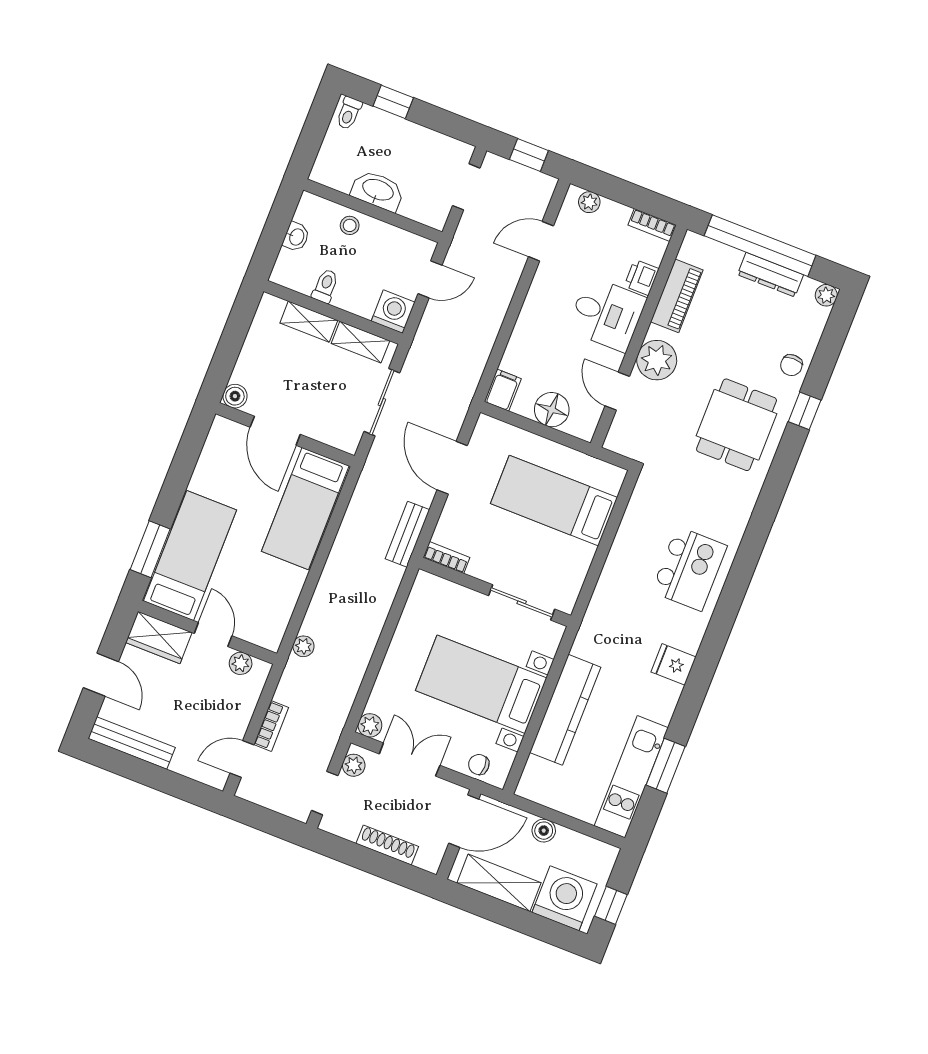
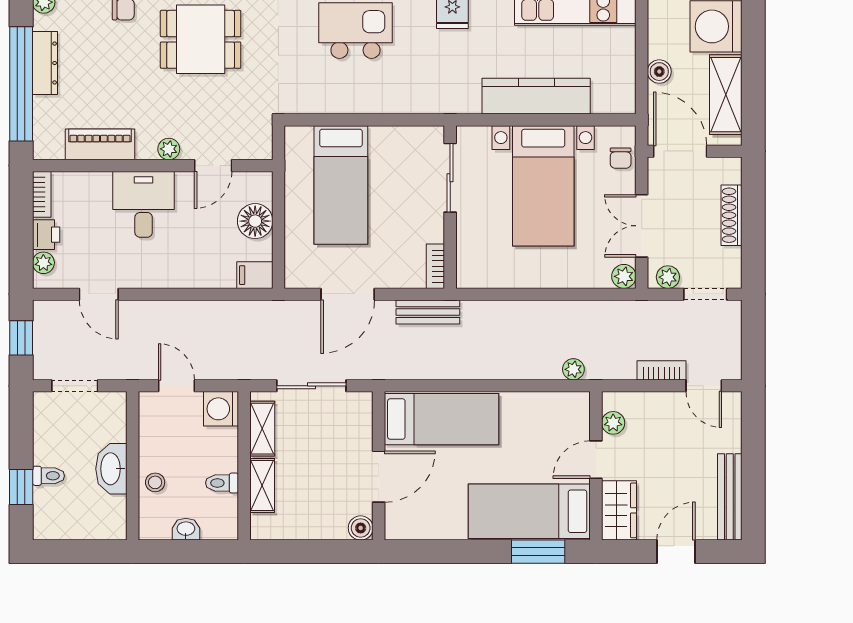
toilet: (349, 113) -> (48, 476), moved
printer: (642, 277) -> (46, 235), moved, turned -90
plant: (657, 360) -> (169, 149), width x0.53, depth x0.53

